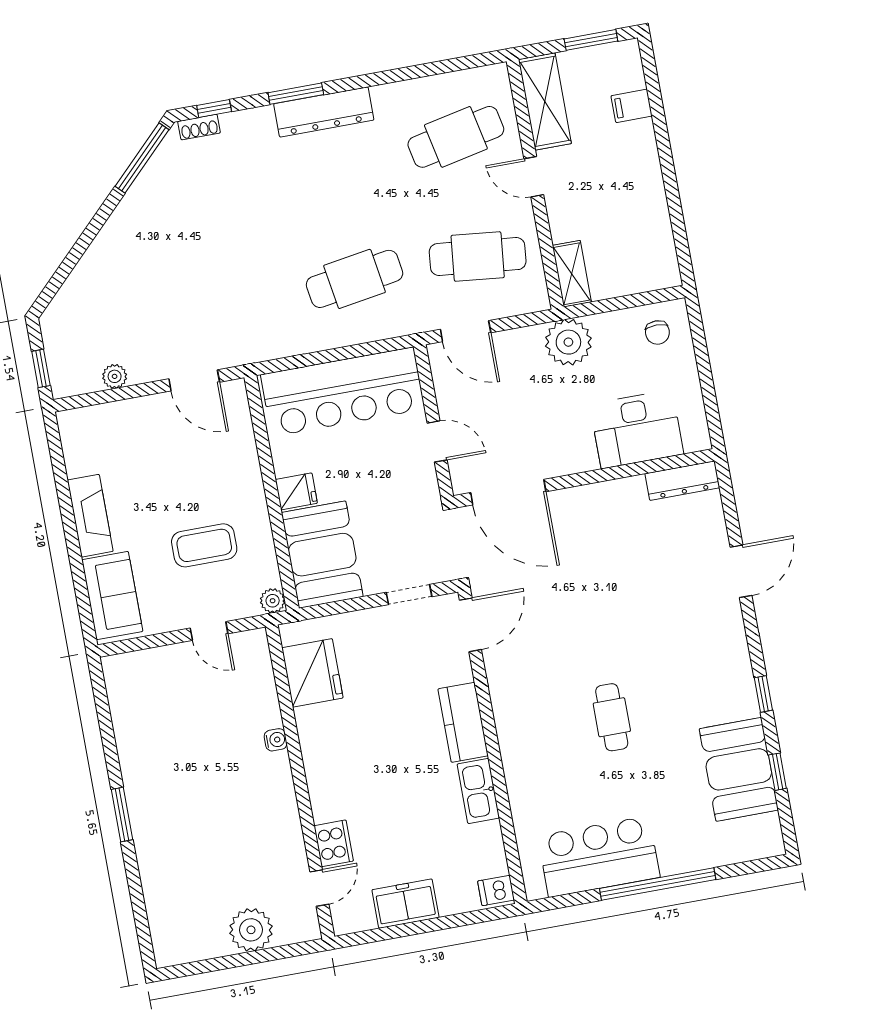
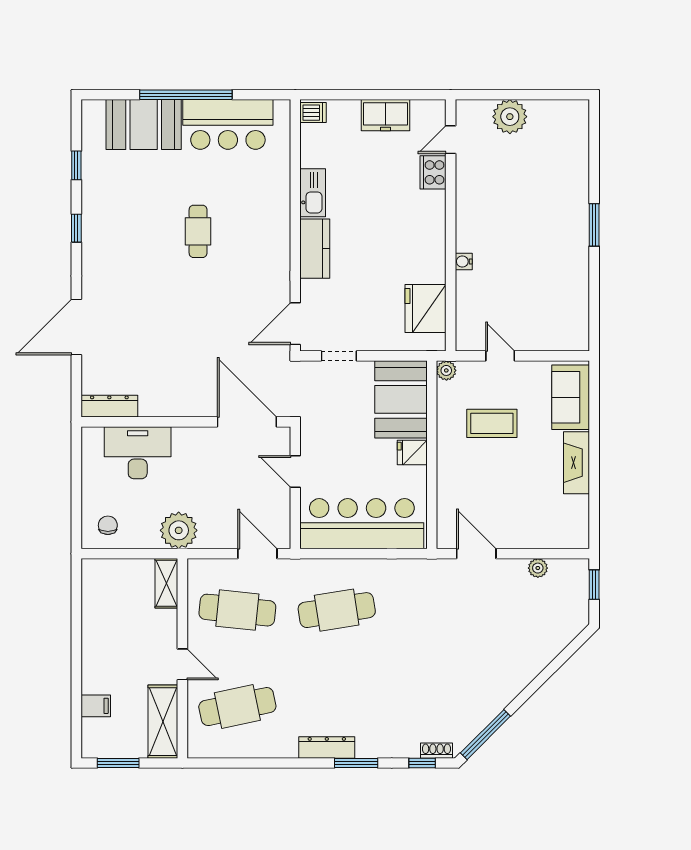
dresser: (324, 112) -> (327, 747), width x0.73, depth x0.80
door: (741, 571) -> (76, 327), width x1.36
booth: (739, 769) -> (144, 125), moved, turned 90

